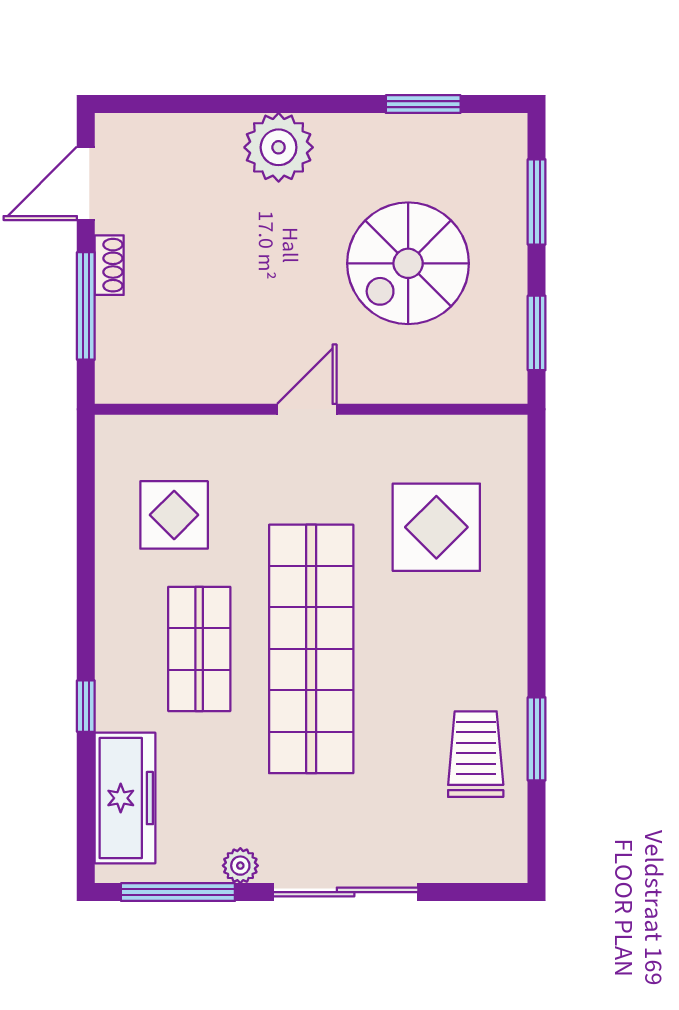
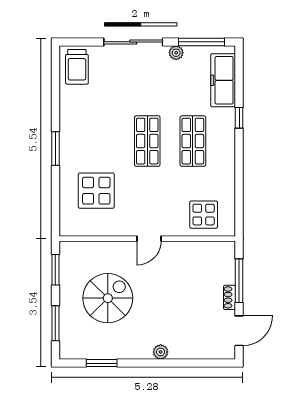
plant: (279, 147) -> (161, 352), width x0.53, depth x0.53
display table: (174, 515) -> (204, 215), moved
shop shelf: (311, 649) -> (147, 141), width x0.50, depth x0.74
window: (537, 739) -> (55, 148), moved
trolley: (476, 754) -> (77, 67), moved

